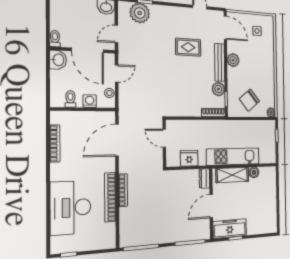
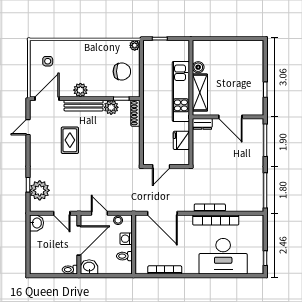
chair: (249, 100) -> (122, 71), turned -51
freezer: (230, 229) -> (255, 96), removed

